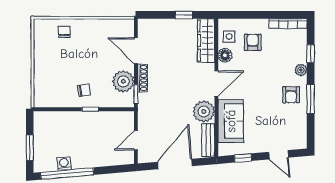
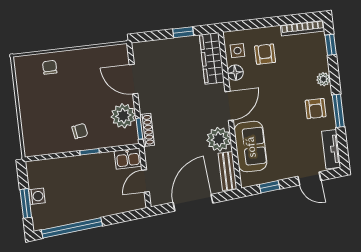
window: (311, 54) -> (331, 45), moved
shoe rack: (143, 78) -> (147, 130), moved
kitchen sink: (123, 119) -> (128, 159), added
tv unit: (300, 132) -> (331, 149), added
washing machine: (64, 164) -> (37, 196), moved, turned 95

